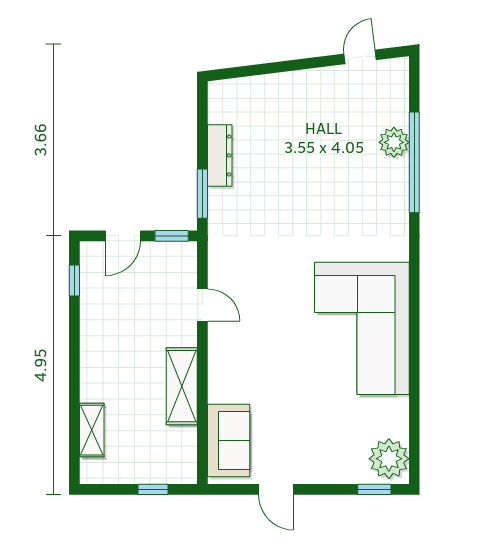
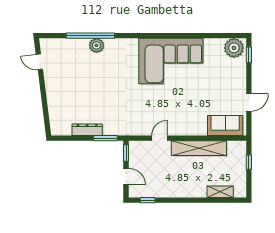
plant: (394, 142) -> (96, 45), moved
shelving: (182, 386) -> (199, 148), width x1.47

